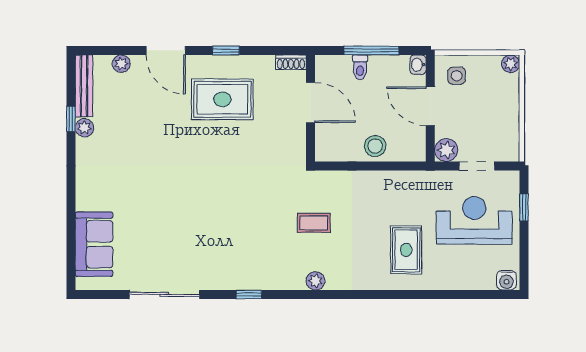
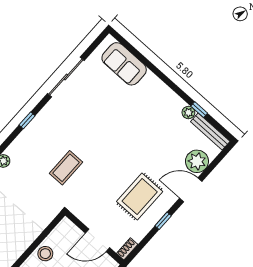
plant: (121, 64) -> (197, 161), width x1.88, depth x1.88
coffee table: (314, 223) -> (66, 168), moved, width x1.36, depth x1.30

